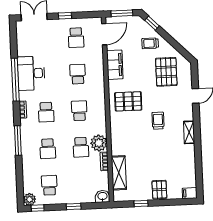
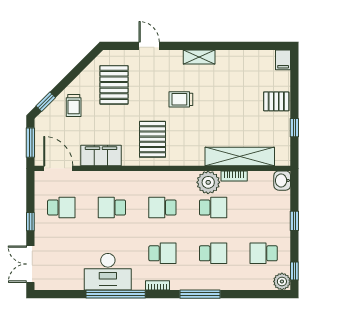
pallet: (166, 72) -> (114, 85), turned 90
shelving: (119, 173) -> (240, 157), width x1.47

